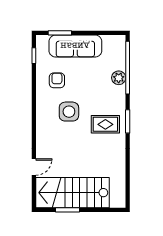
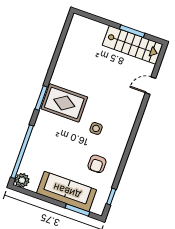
plant: (119, 78) -> (22, 180), moved
side table: (69, 112) -> (96, 128), width x0.54, depth x0.54
rug: (105, 124) -> (64, 103), width x1.36, depth x1.43
stairs: (73, 193) -> (133, 45), width x0.73, depth x0.66

